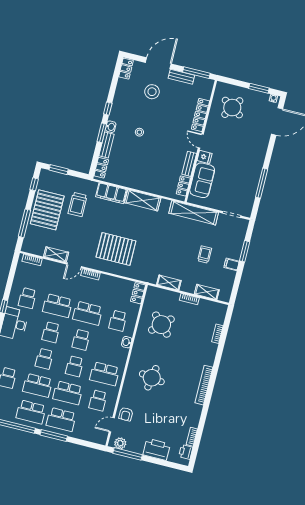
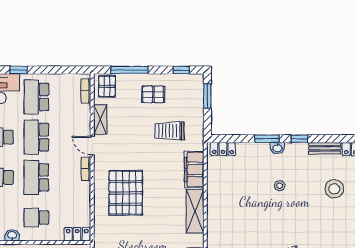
bench: (106, 145) -> (325, 148), moved
pallet: (47, 210) -> (153, 94), width x0.49, depth x0.50
pallet: (33, 243) -> (107, 86), added
school desk: (27, 298) -> (36, 97), width x1.85

